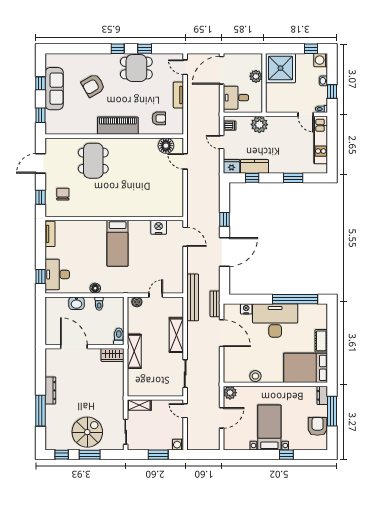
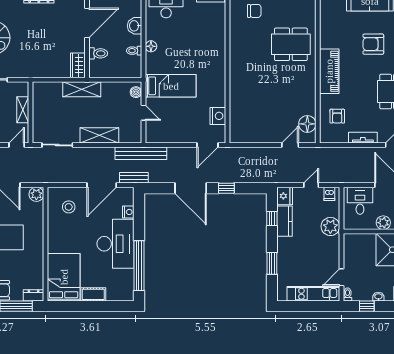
armchair: (93, 85) -> (373, 44), turned -60
bed: (118, 243) -> (171, 86), moved, turned 180
toilet: (119, 336) -> (98, 53), moved
stool: (255, 376) -> (69, 207), moved
shelving: (139, 405) -> (23, 110), moved

